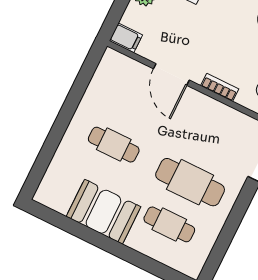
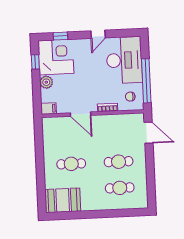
cafe table: (190, 182) -> (119, 162), width x0.73, depth x0.74
booth: (103, 212) -> (63, 200), moved

